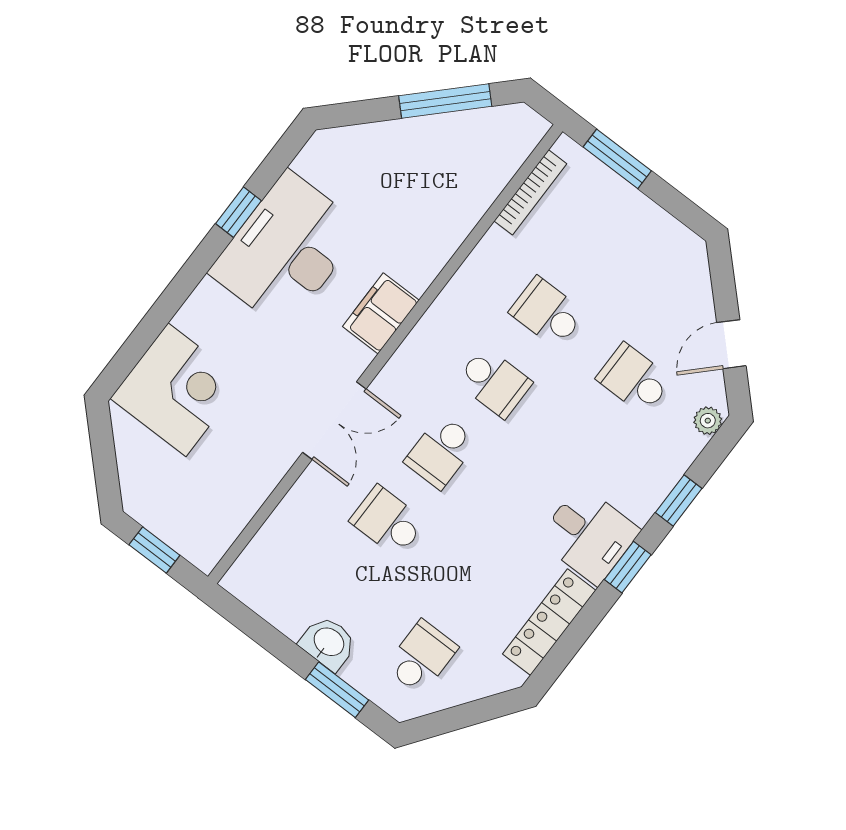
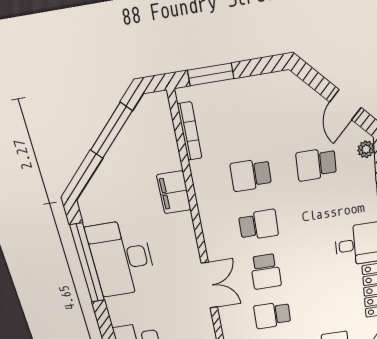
window: (238, 212) -> (87, 263), width x3.17
filing cabinet: (381, 313) -> (174, 192), moved
double door: (334, 421) -> (209, 285), moved

